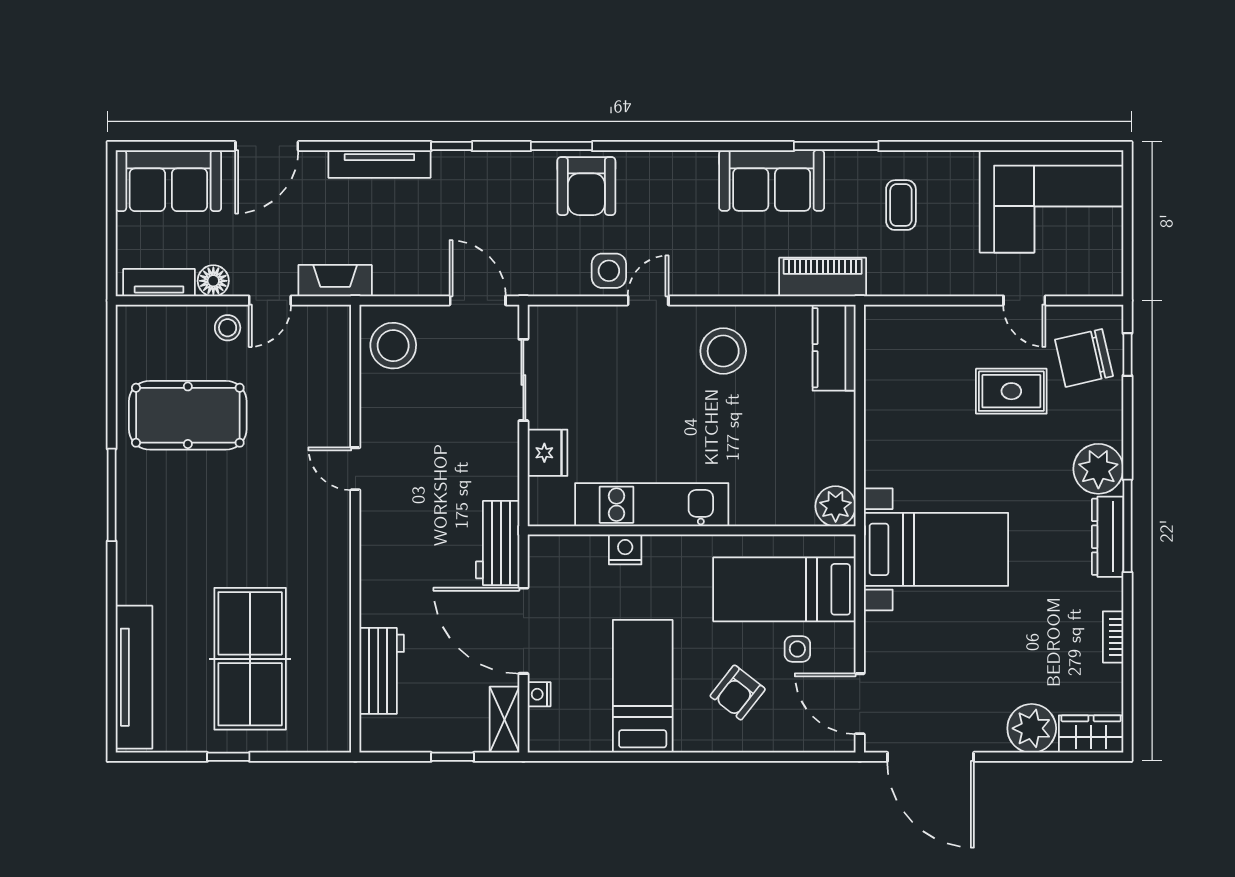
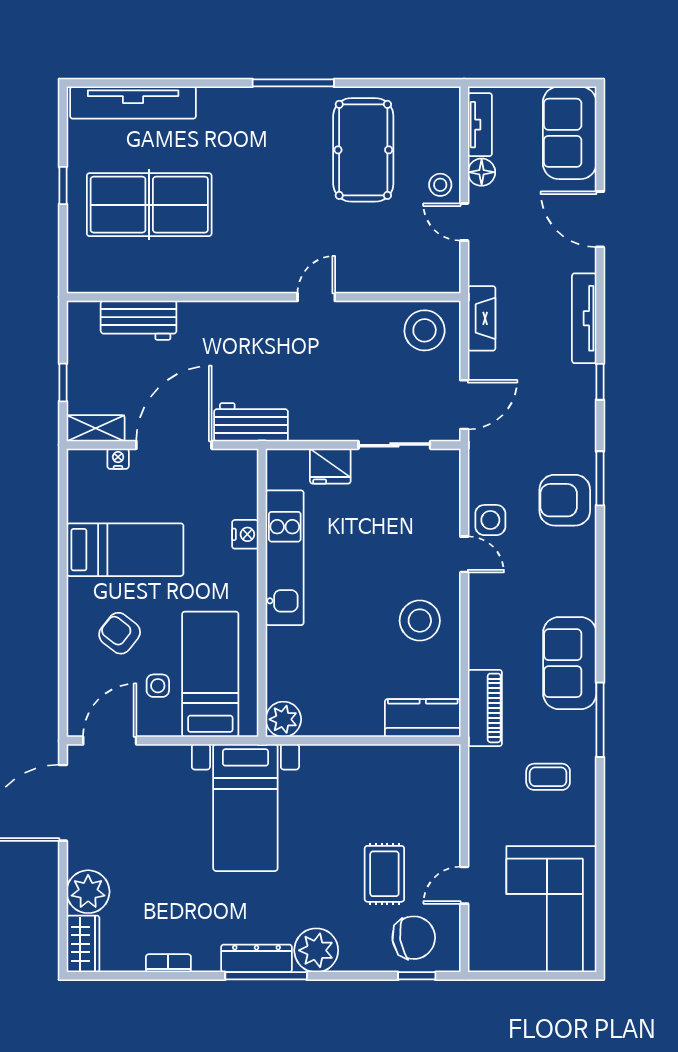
fireplace: (335, 281) -> (482, 318), moved
chair: (1084, 358) -> (414, 938), turned 95

